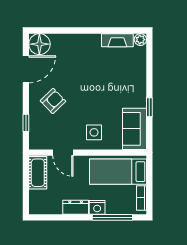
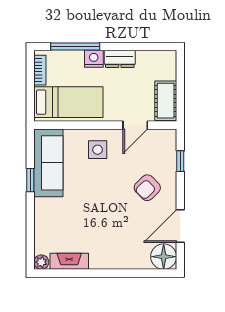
sofa: (134, 129) -> (48, 163), width x1.36
door: (63, 153) -> (135, 125), swing flipped

